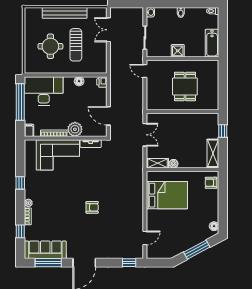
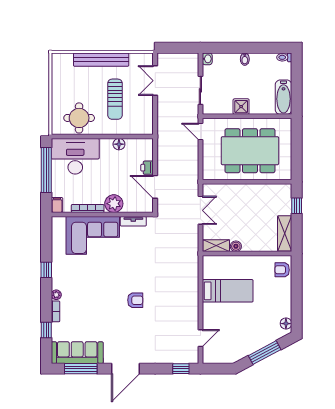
round table: (50, 46) -> (79, 118), moved
printer: (102, 82) -> (147, 168), moved
dining table: (185, 86) -> (250, 151), width x1.88, depth x1.24
bed: (167, 195) -> (228, 291), width x0.67

